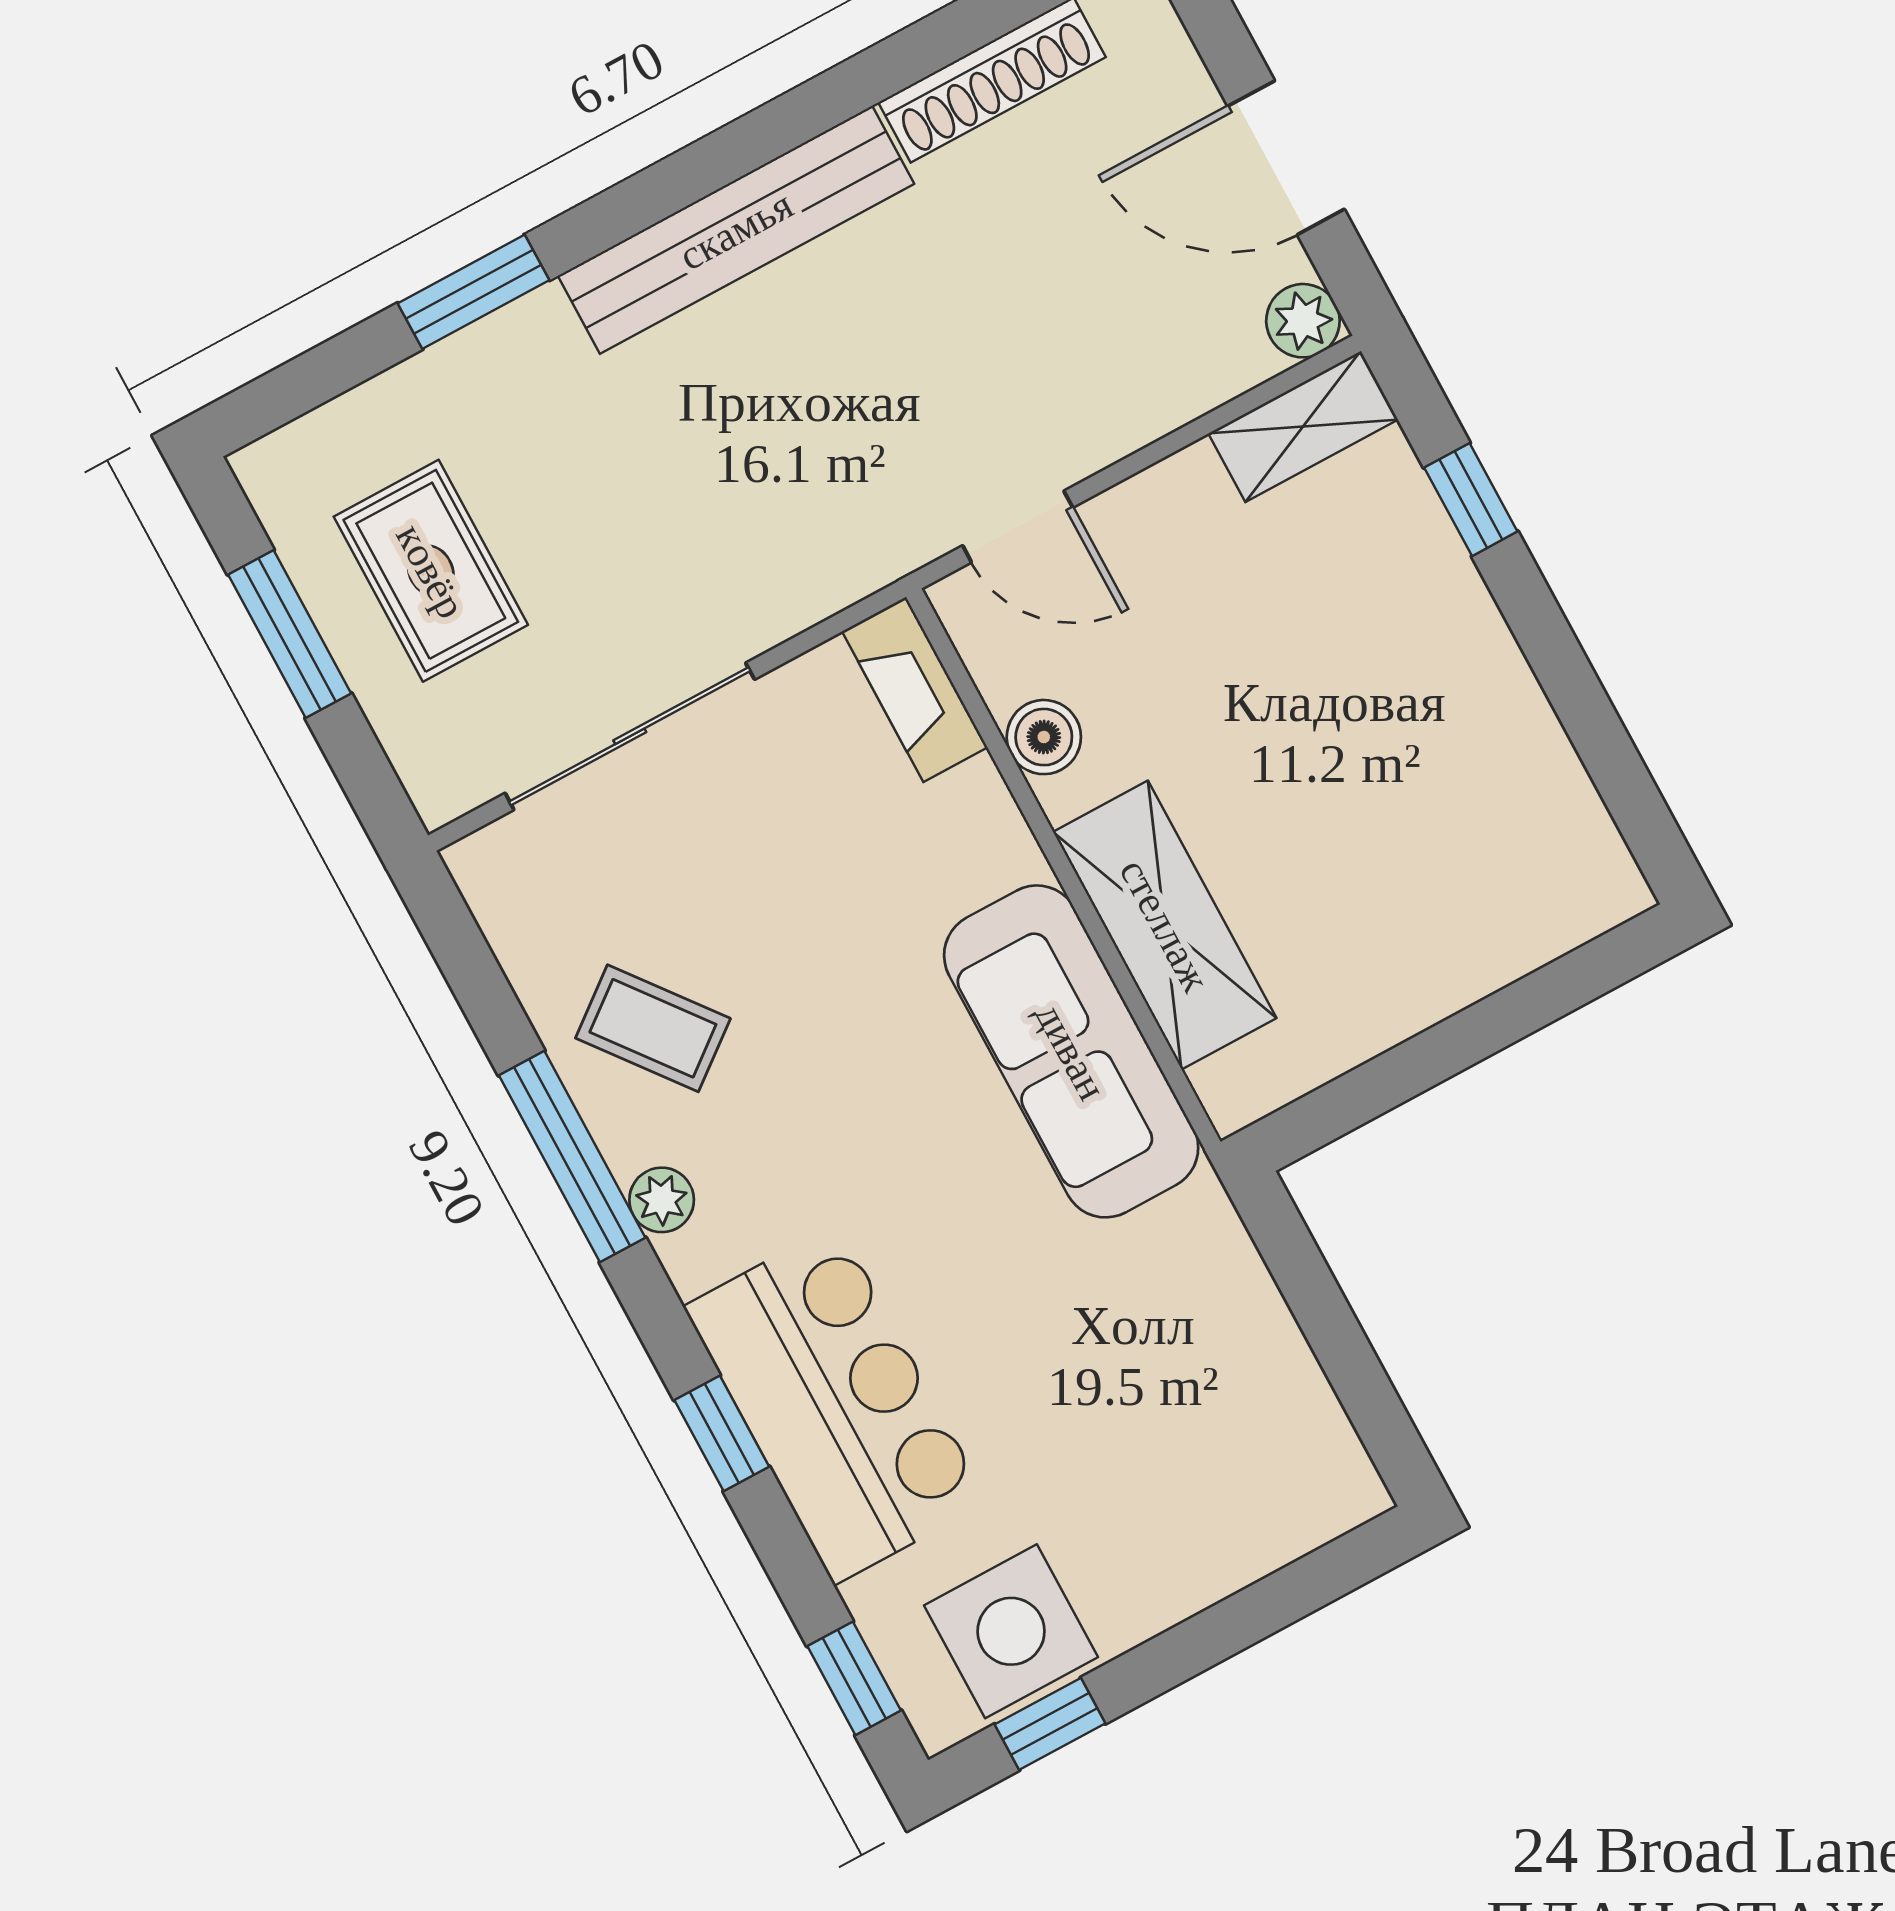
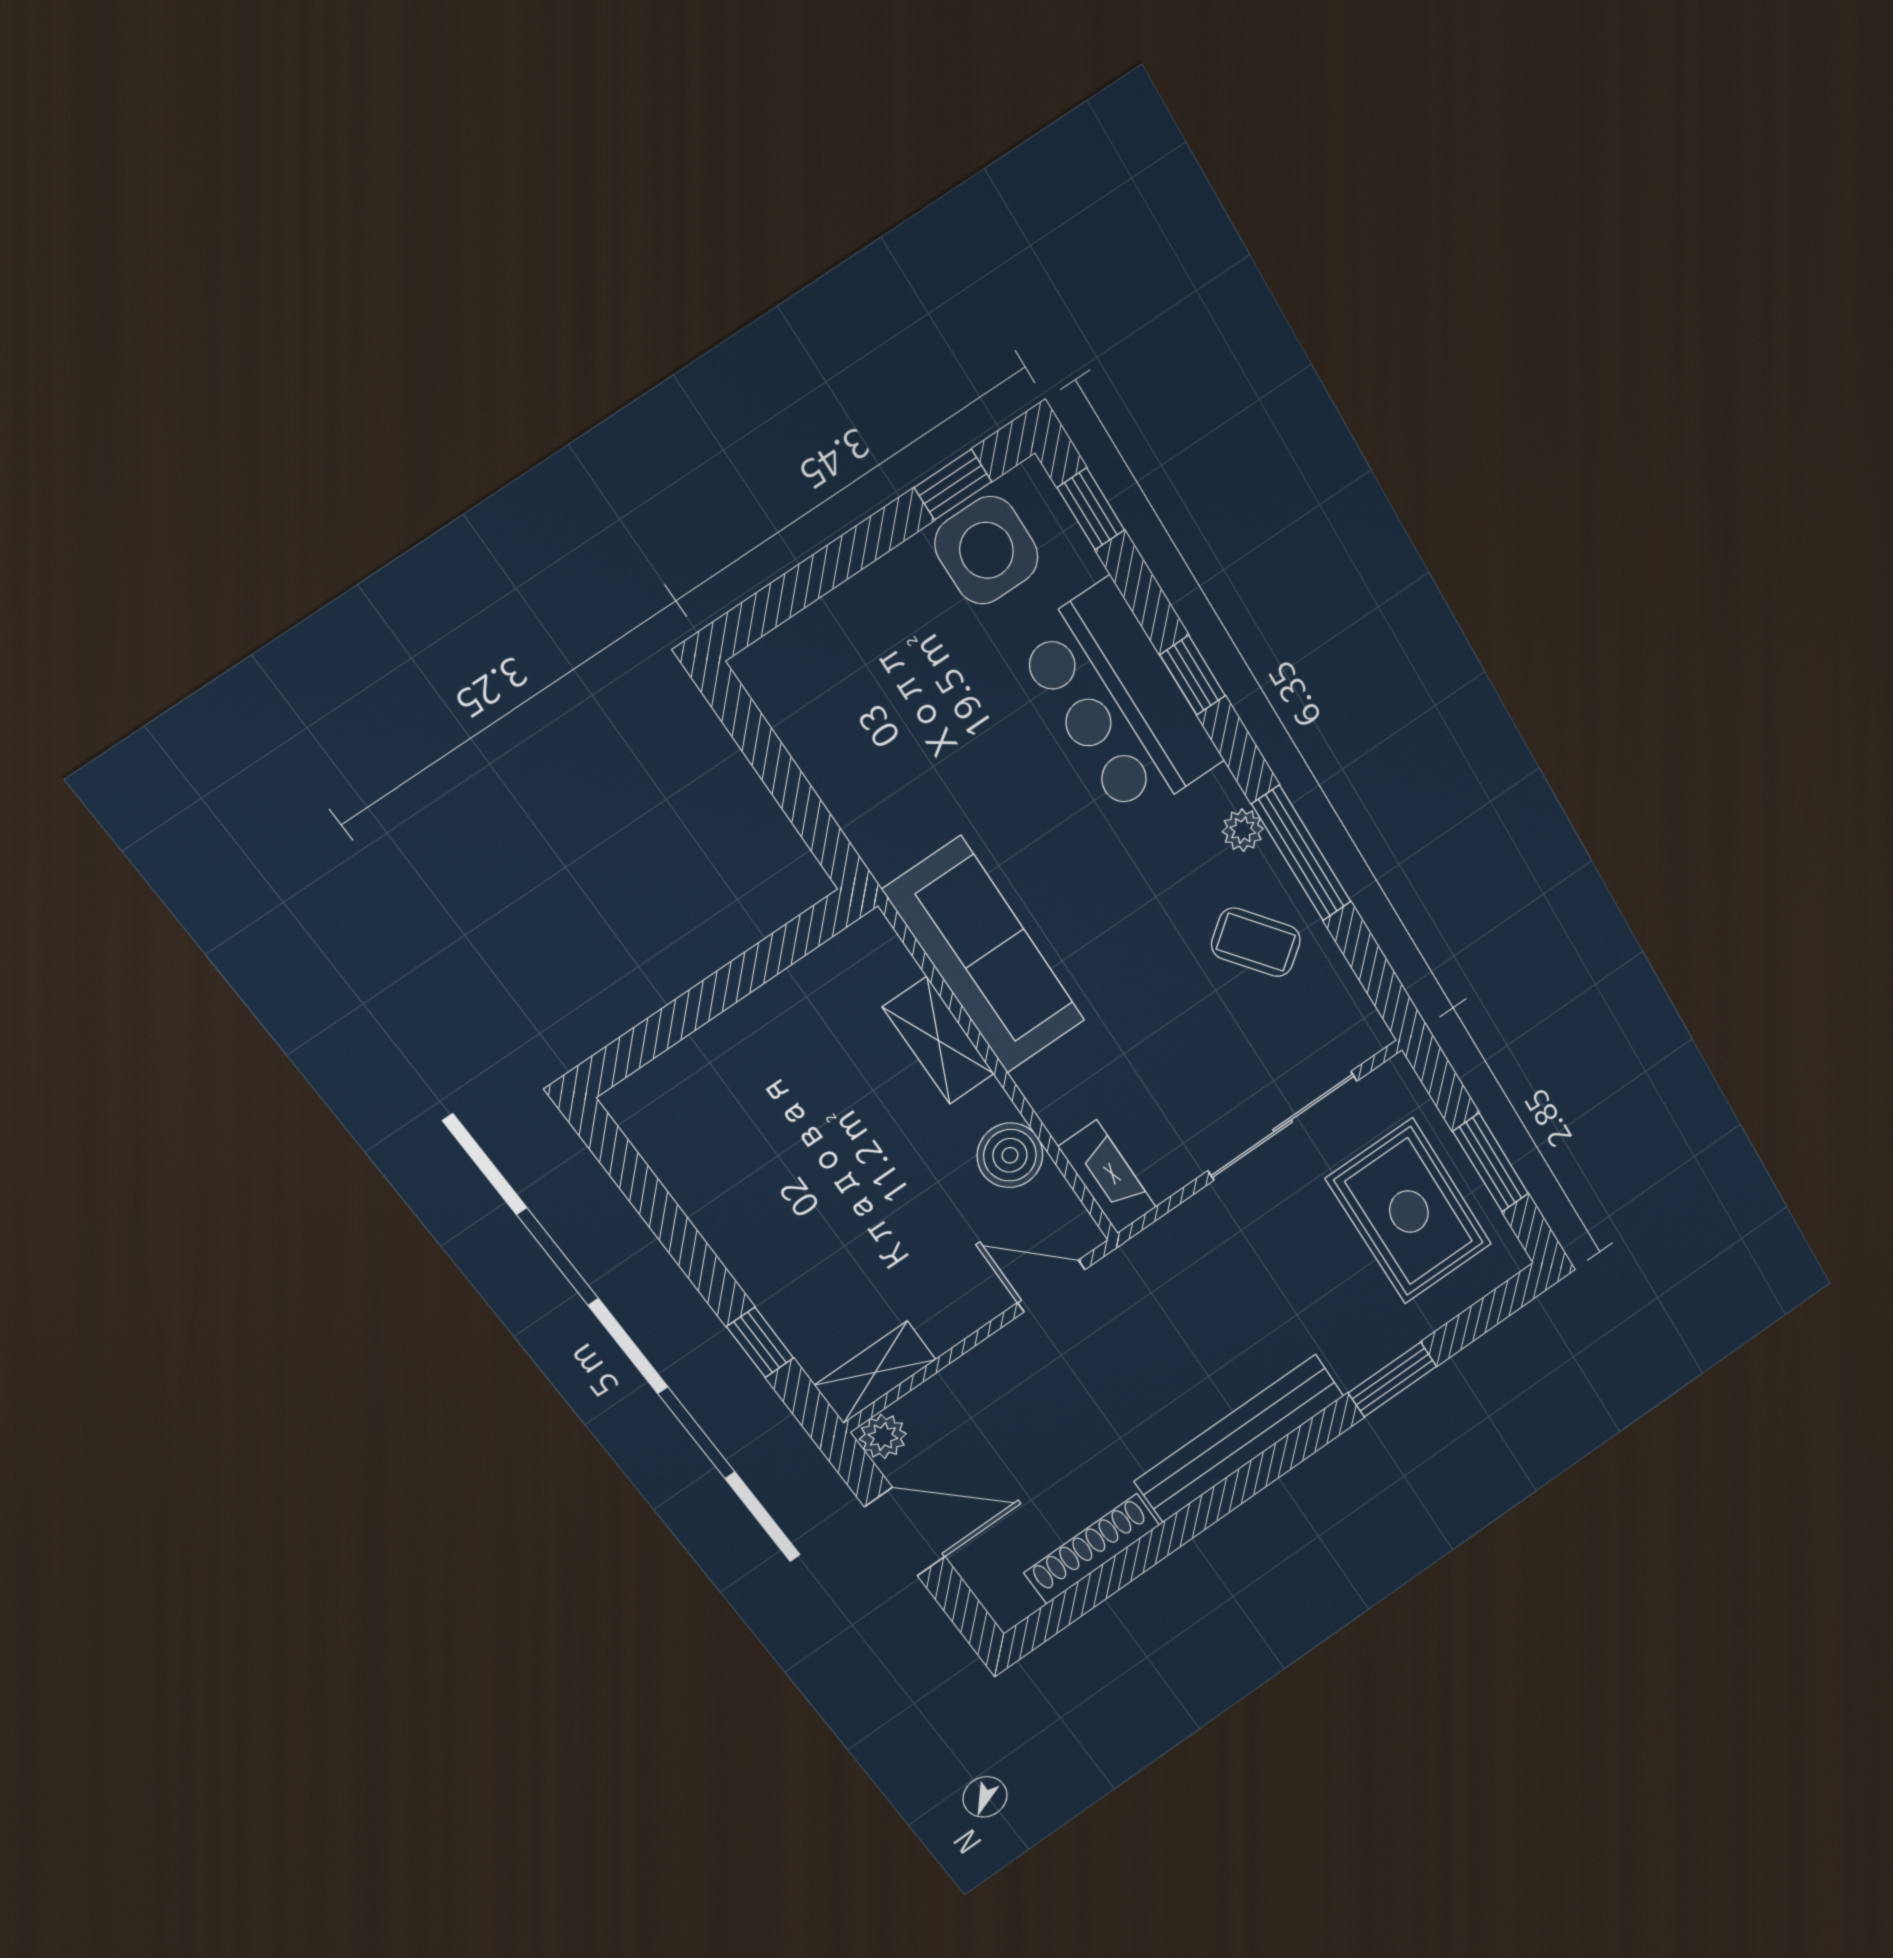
rug: (431, 571) -> (1409, 1211), width x1.36, depth x1.43
boiler: (1044, 737) -> (1010, 1155), width x1.36, depth x1.36
shelving: (1165, 925) -> (938, 1041), width x0.67, depth x0.75

